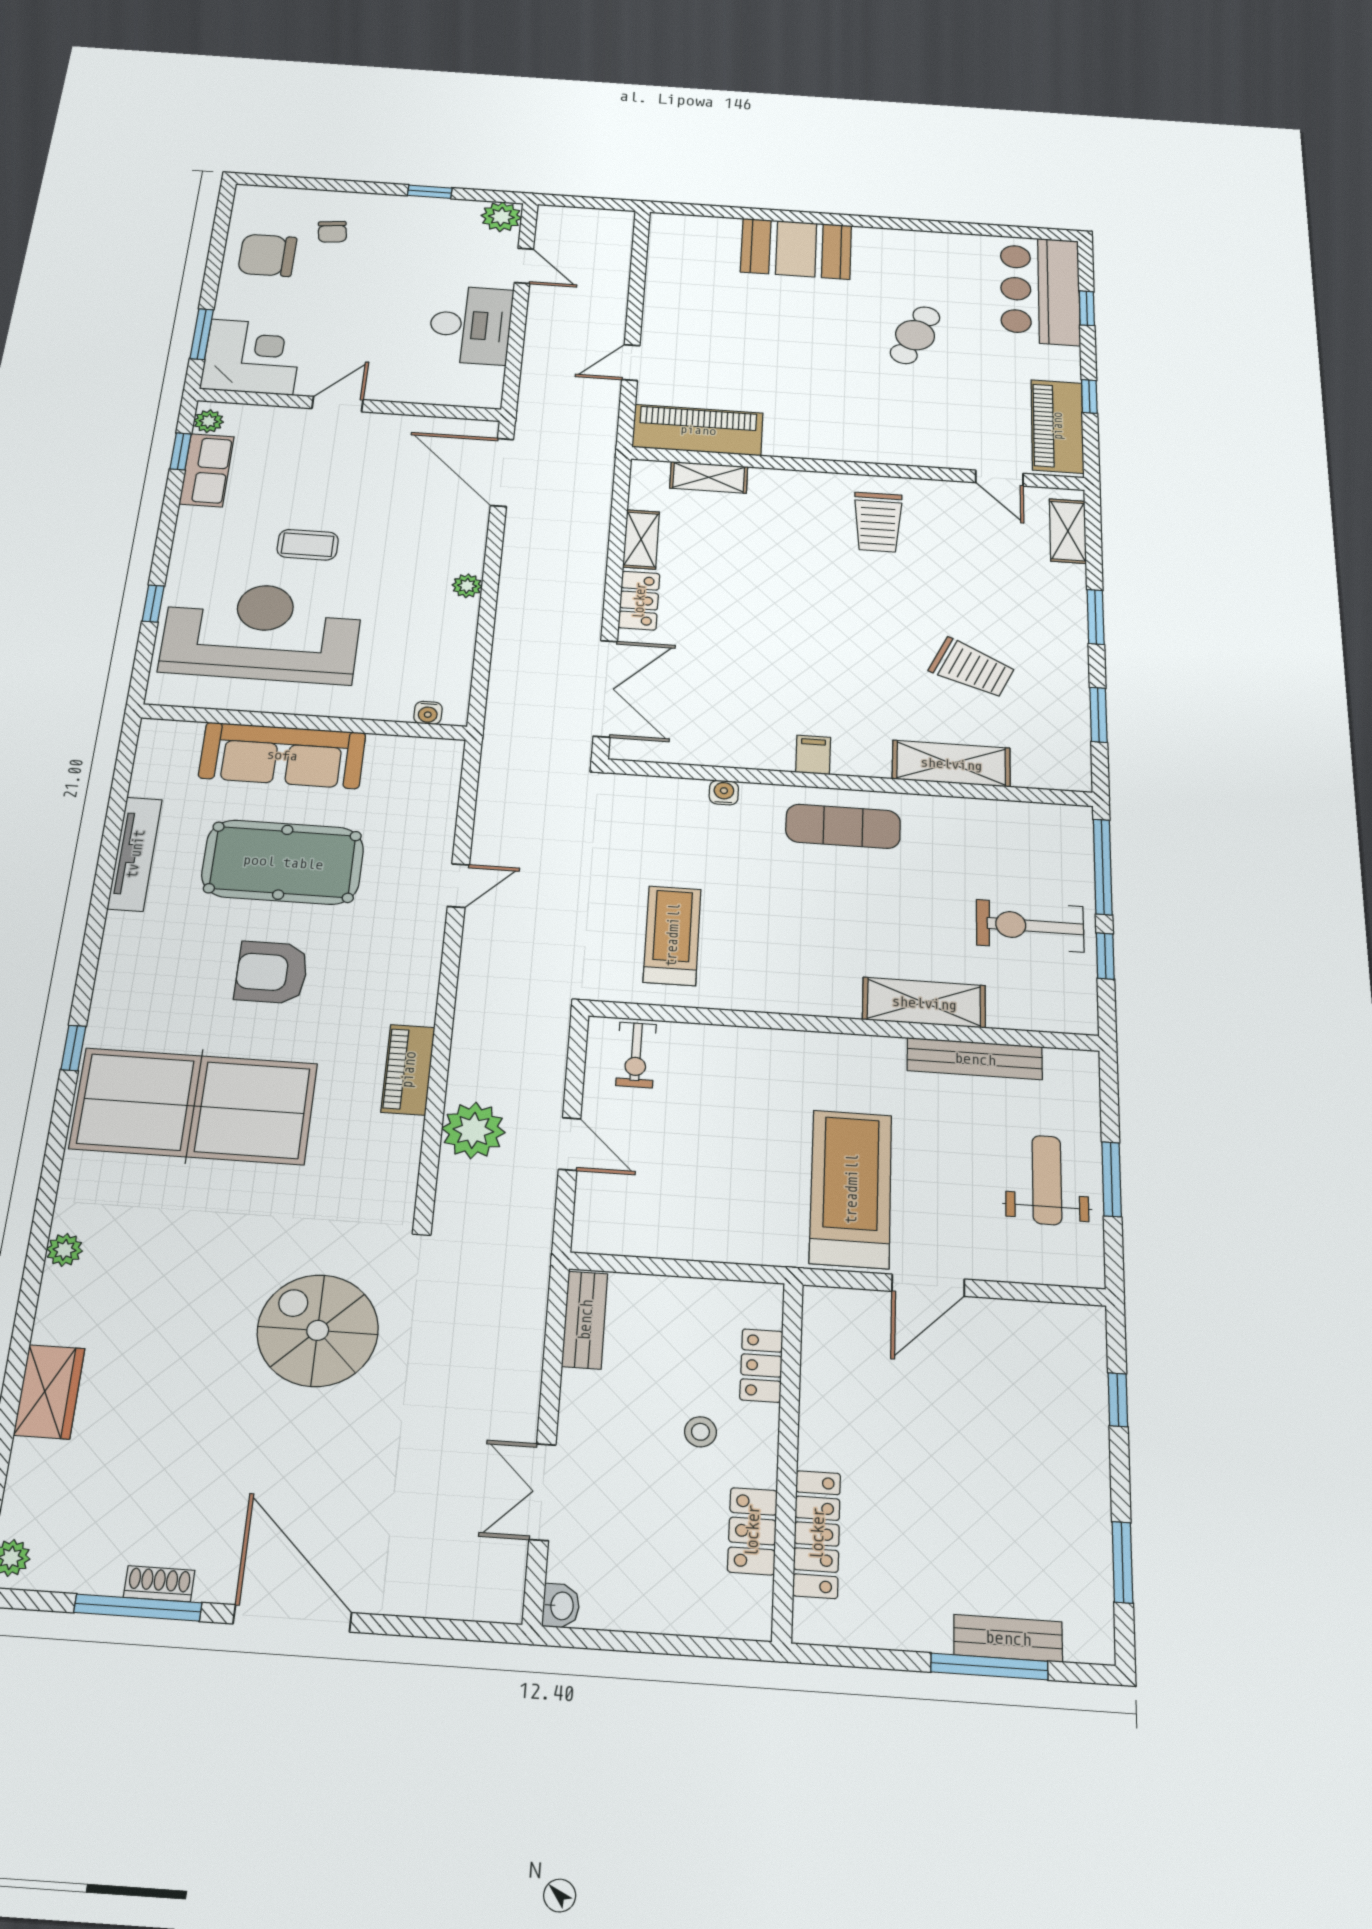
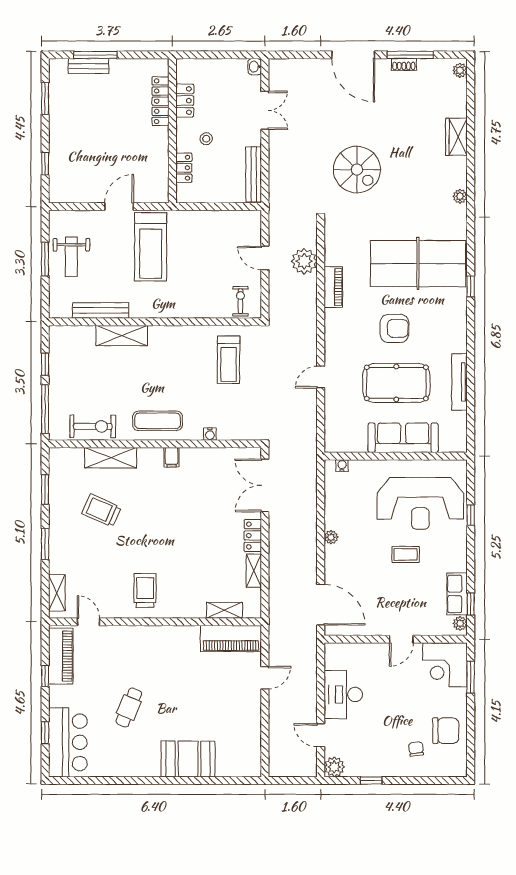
exercise bike: (1030, 926) -> (93, 426), moved
bench: (585, 1320) -> (254, 174), width x1.36

